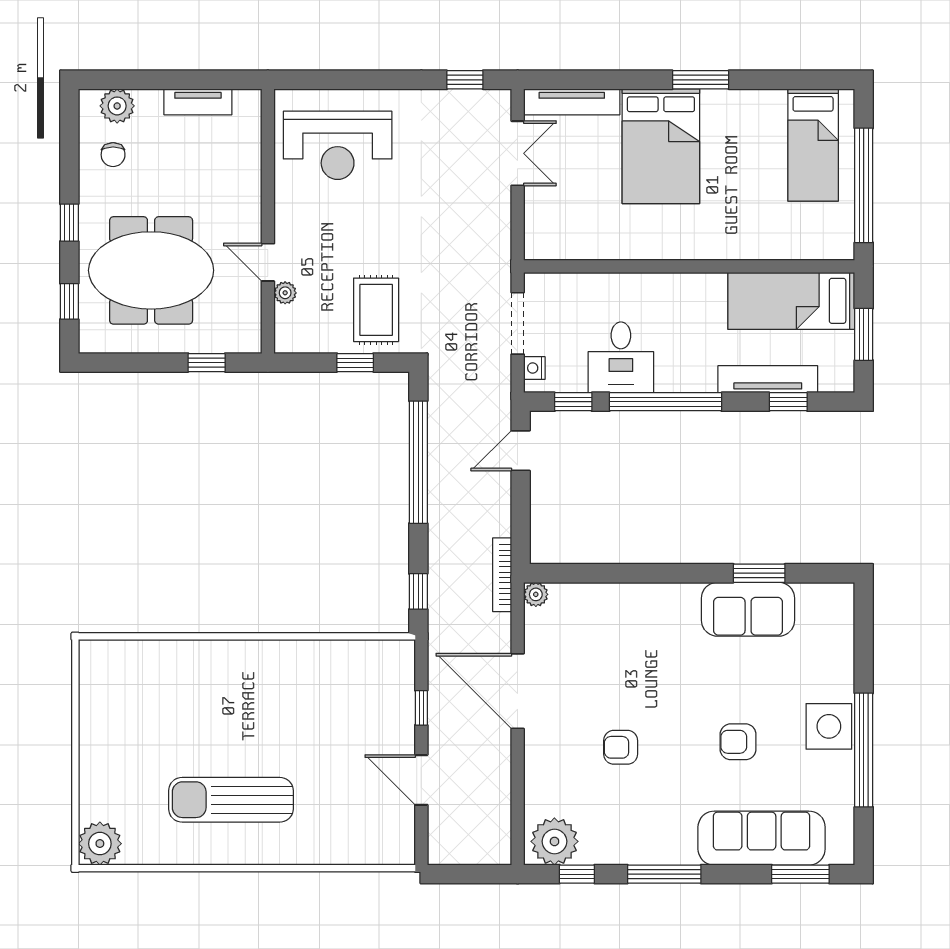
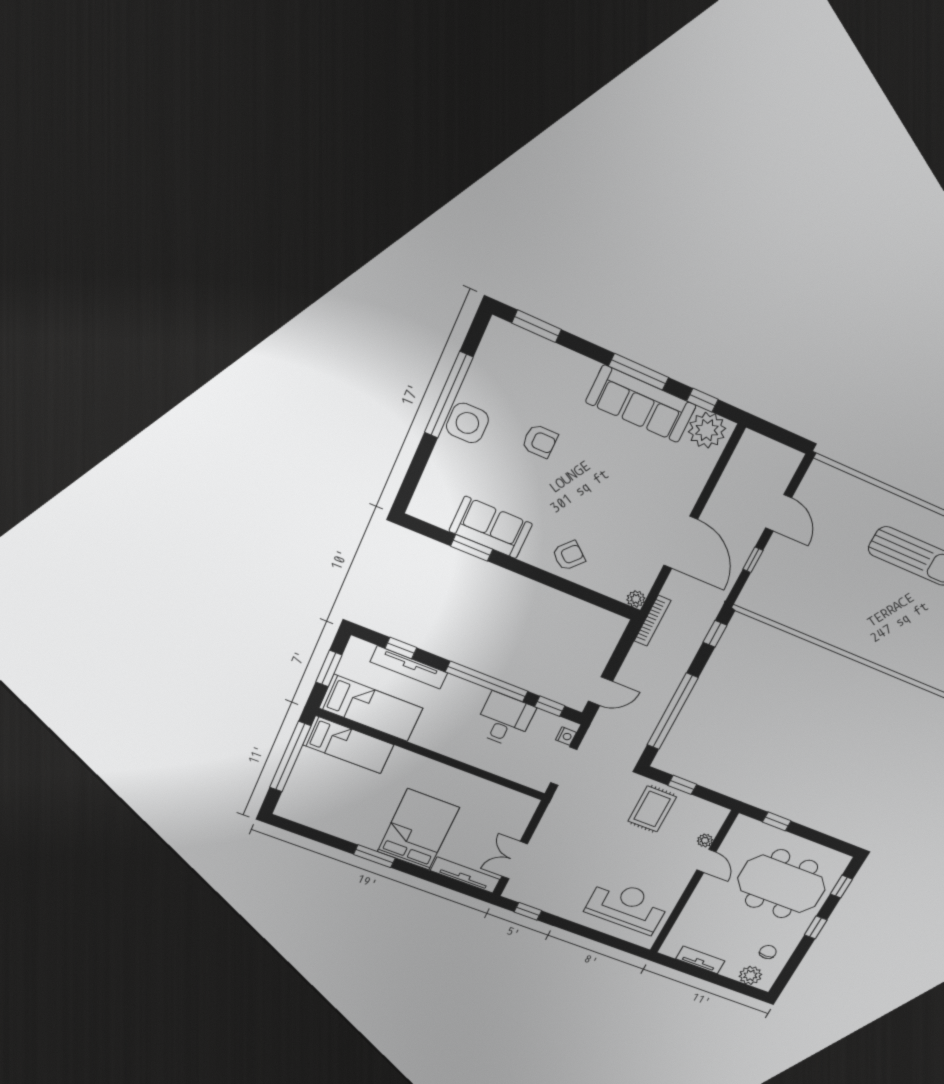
bed: (813, 145) -> (348, 745), moved, turned 90
armchair: (621, 747) -> (569, 556), moved, turned -49
sofa: (762, 838) -> (641, 404), moved

